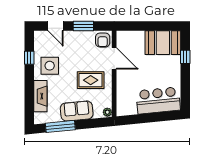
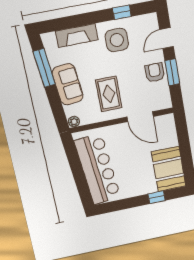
armchair: (103, 40) -> (155, 72), moved, turned 90
door: (114, 58) -> (140, 117), hinge flipped
bar counter: (158, 100) -> (98, 169), width x1.36

